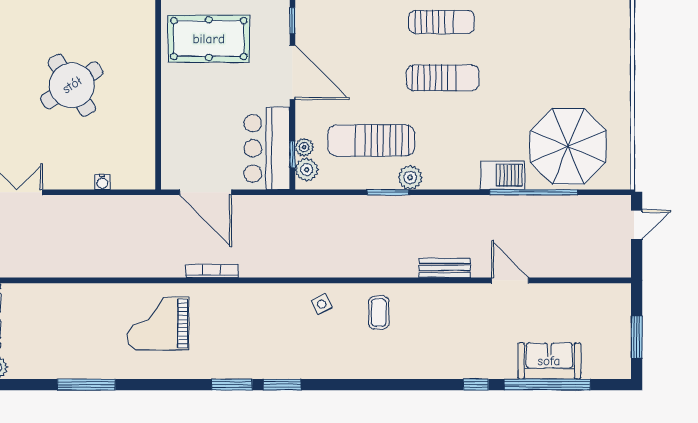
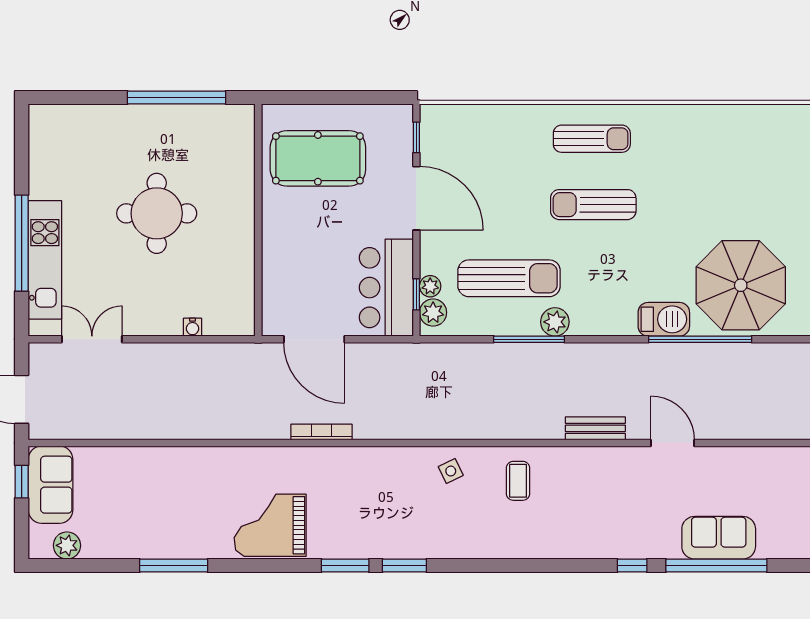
sun lounger: (443, 78) -> (593, 205), turned 180
round table: (72, 85) -> (157, 213), turned 33
sun lounger: (371, 140) -> (509, 278), turned 180
window: (388, 192) -> (529, 339), width x1.44
grand piano: (158, 323) -> (270, 525), moved

